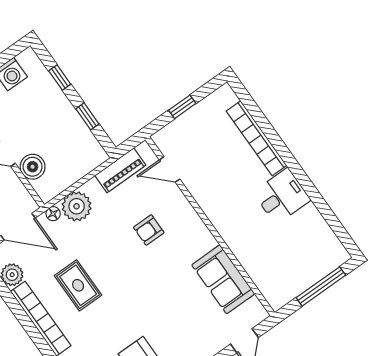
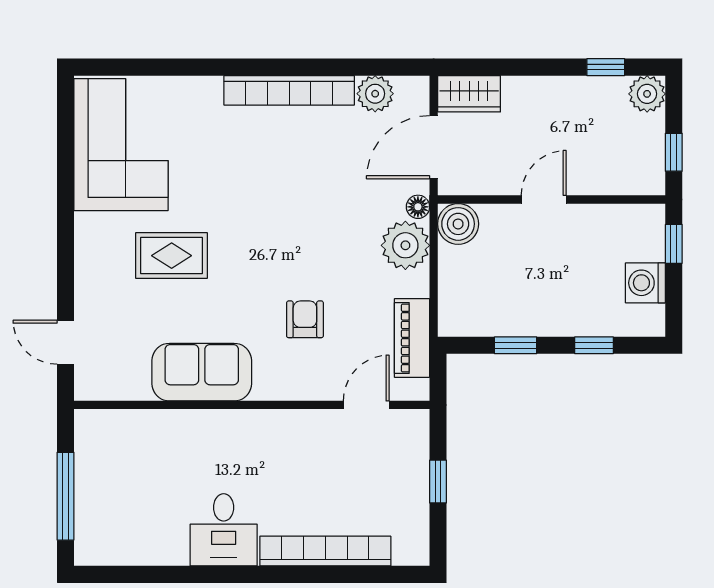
boiler: (33, 167) -> (458, 224), moved
sofa: (223, 279) -> (202, 372), moved
rug: (78, 285) -> (172, 256), moved

